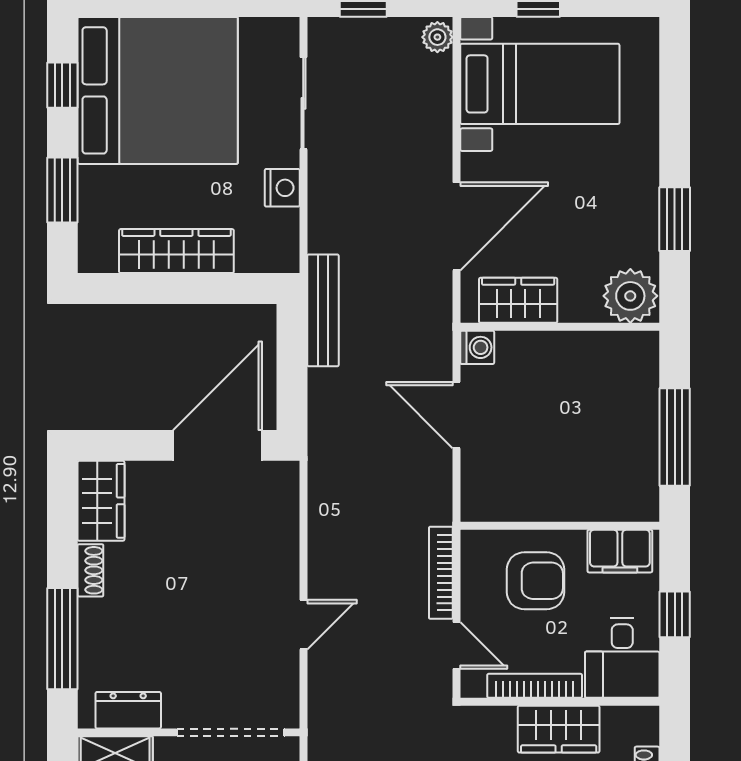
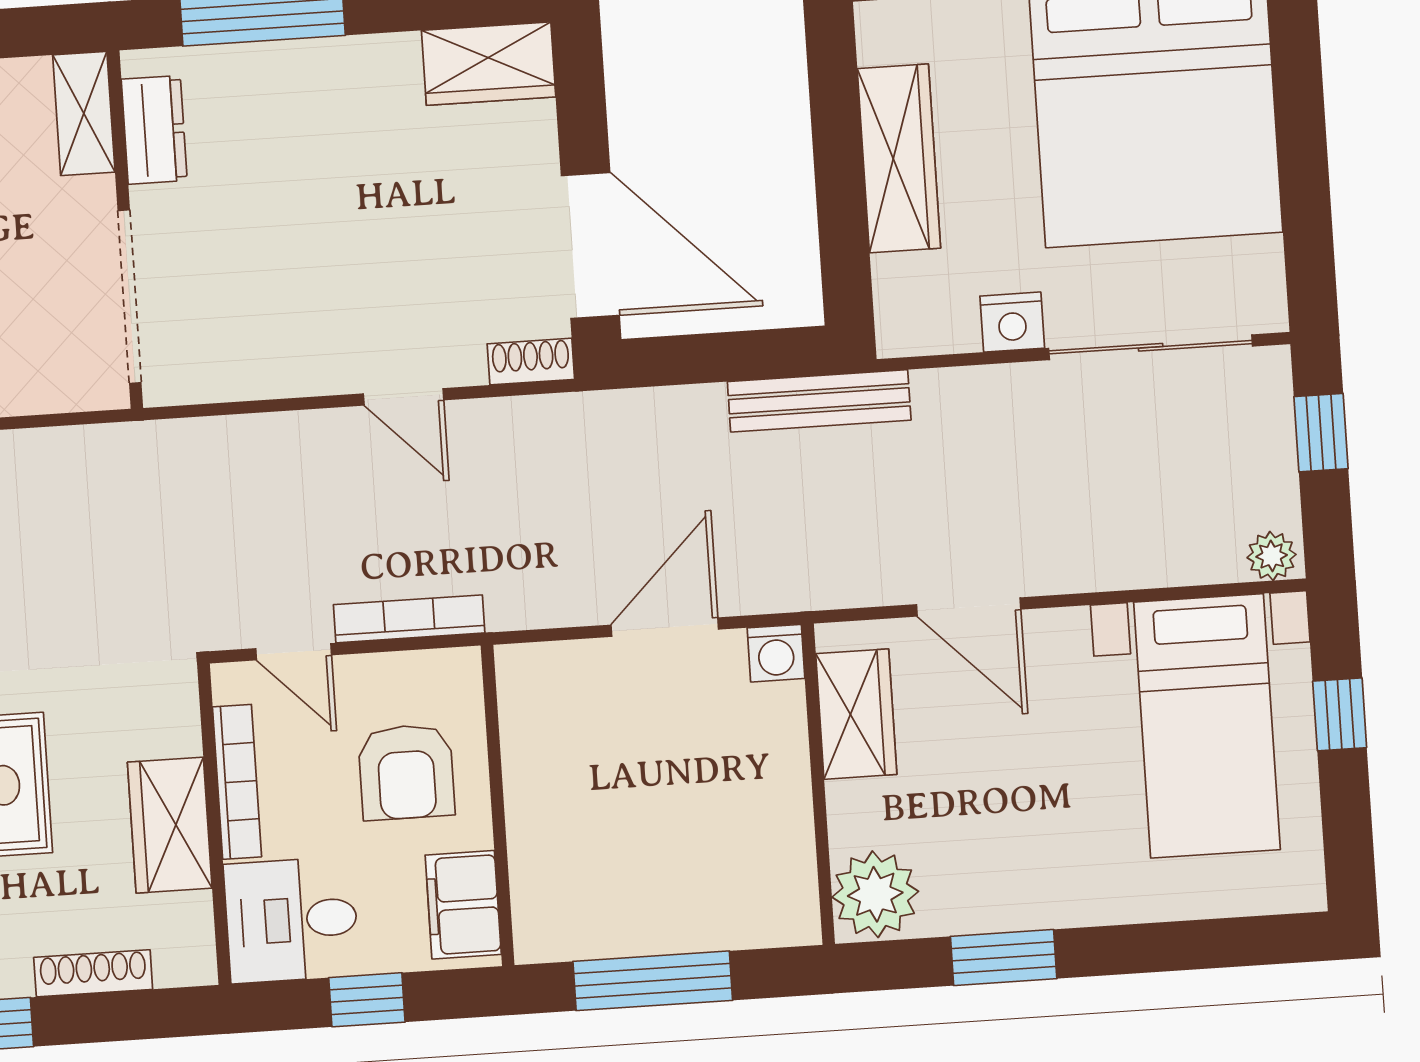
sliding door: (303, 103) -> (1151, 347), width x1.37
door: (457, 226) -> (969, 607), width x0.73
shoe rack: (90, 570) -> (531, 362), moved, turned 180
door: (303, 625) -> (404, 397), moved
door: (457, 645) -> (294, 652), hinge flipped

